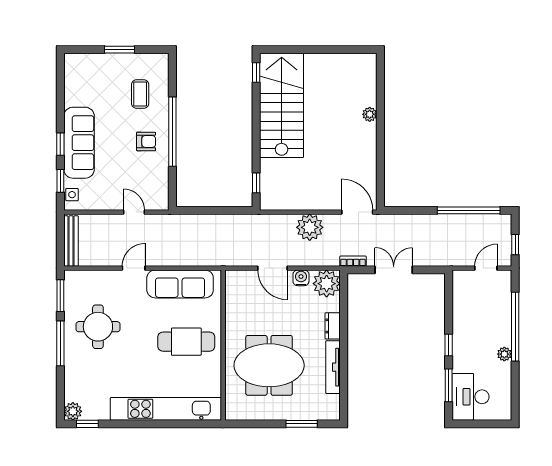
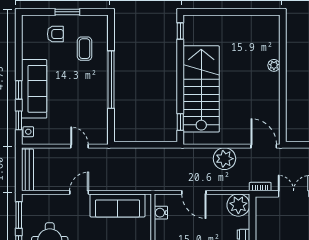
stairs: (282, 105) -> (201, 89), moved
armchair: (146, 141) -> (55, 34), moved
water cooler: (301, 278) -> (161, 213), moved, turned -90

